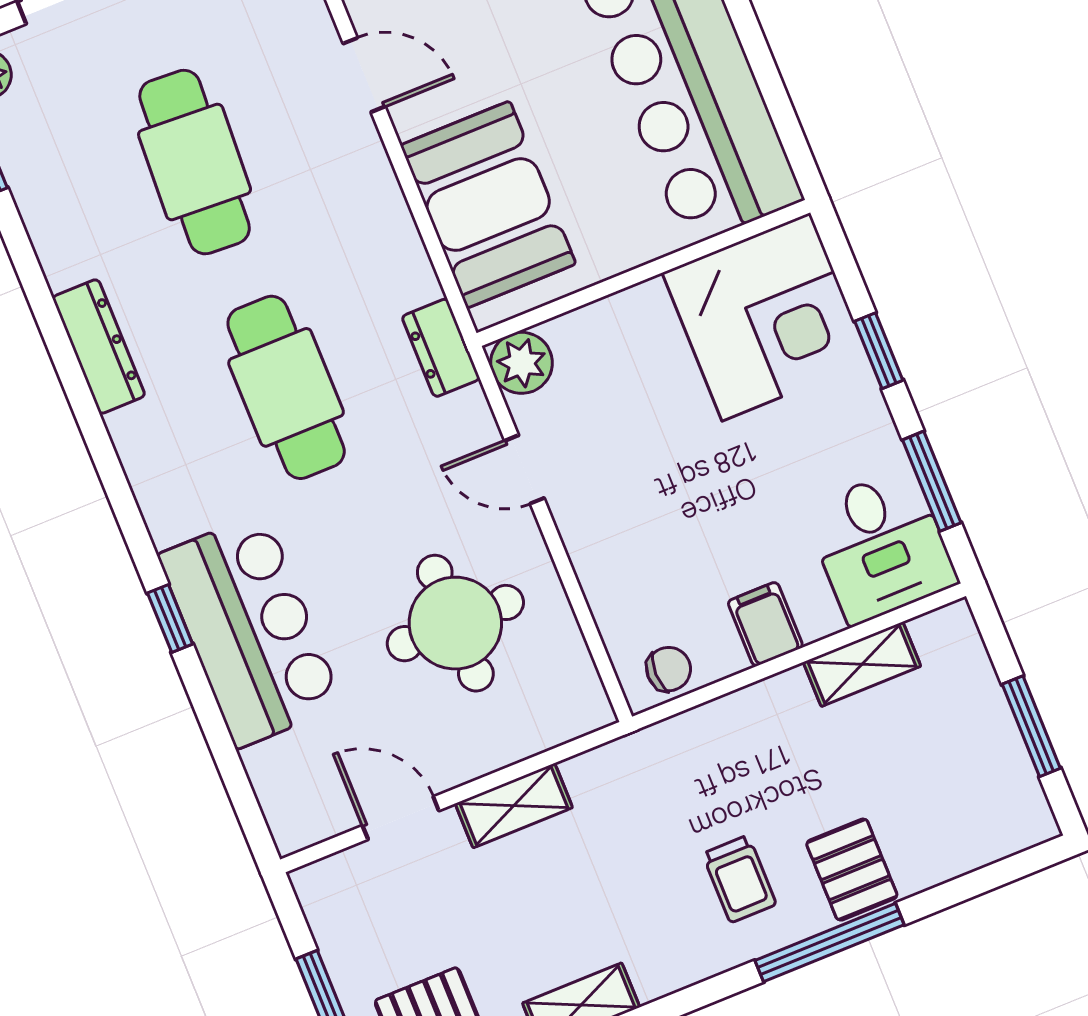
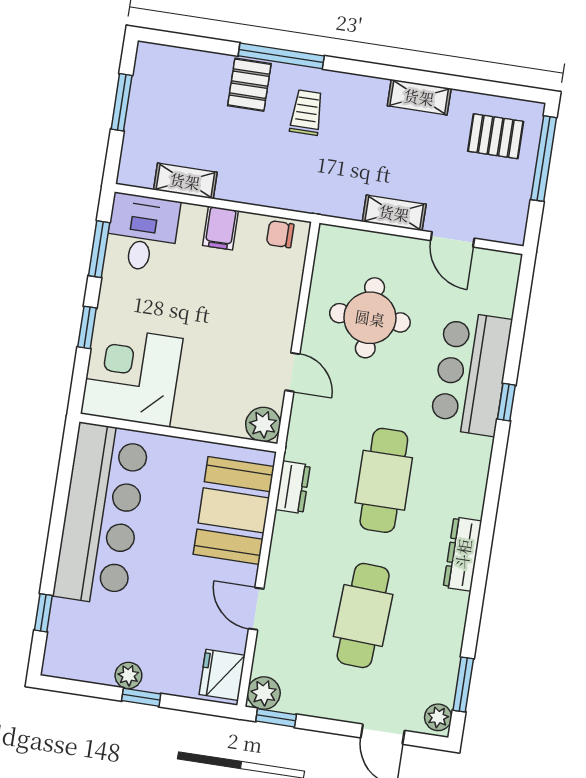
dresser: (441, 348) -> (293, 487), moved

